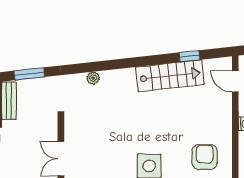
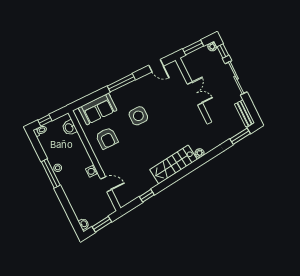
stairs: (170, 76) -> (174, 164), moved
door: (235, 81) -> (106, 184), moved

